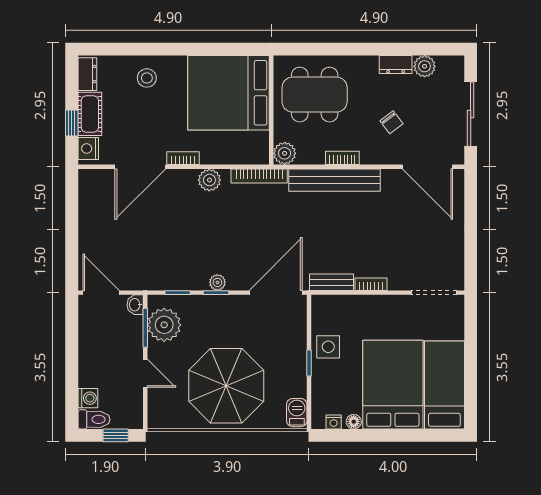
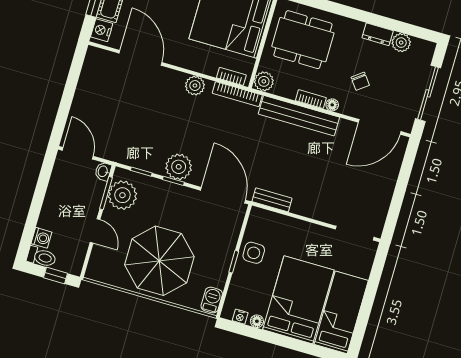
floor lamp: (368, 157) -> (332, 105), added
bookcase: (183, 158) -> (231, 76), moved
door: (140, 167) -> (141, 58), swing flipped
door: (428, 167) -> (380, 127), hinge flipped
plant: (217, 282) -> (179, 167), width x1.88, depth x1.88
bookcase: (371, 284) -> (304, 211), removed
door: (276, 293) -> (223, 195), hinge flipped

